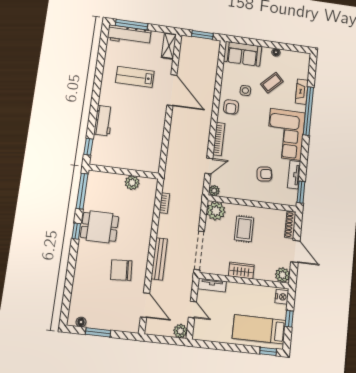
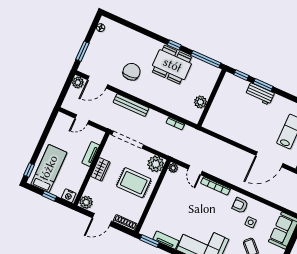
window: (92, 120) -> (263, 85), added
armchair: (264, 174) -> (174, 215), removed
dining table: (100, 227) -> (172, 65), width x1.37
rug: (244, 229) -> (134, 183), width x1.36, depth x1.43
tv unit: (212, 285) -> (91, 154), moved
plant: (180, 331) -> (78, 82), moved
window: (98, 332) -> (82, 51), moved

